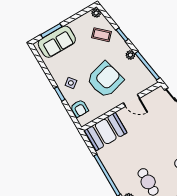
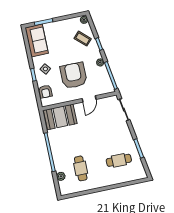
sofa: (57, 42) -> (37, 40), moved, turned -90
armchair: (105, 80) -> (74, 75), turned -75
door: (131, 100) -> (89, 99), hinge flipped

